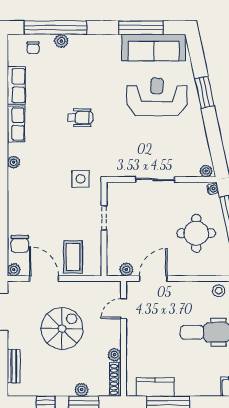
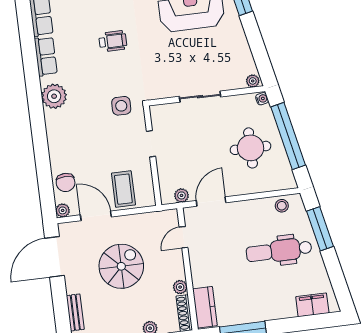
plant: (14, 162) -> (54, 96), width x1.88, depth x1.88
kitchen counter: (155, 387) -> (205, 307), moved, turned 90

